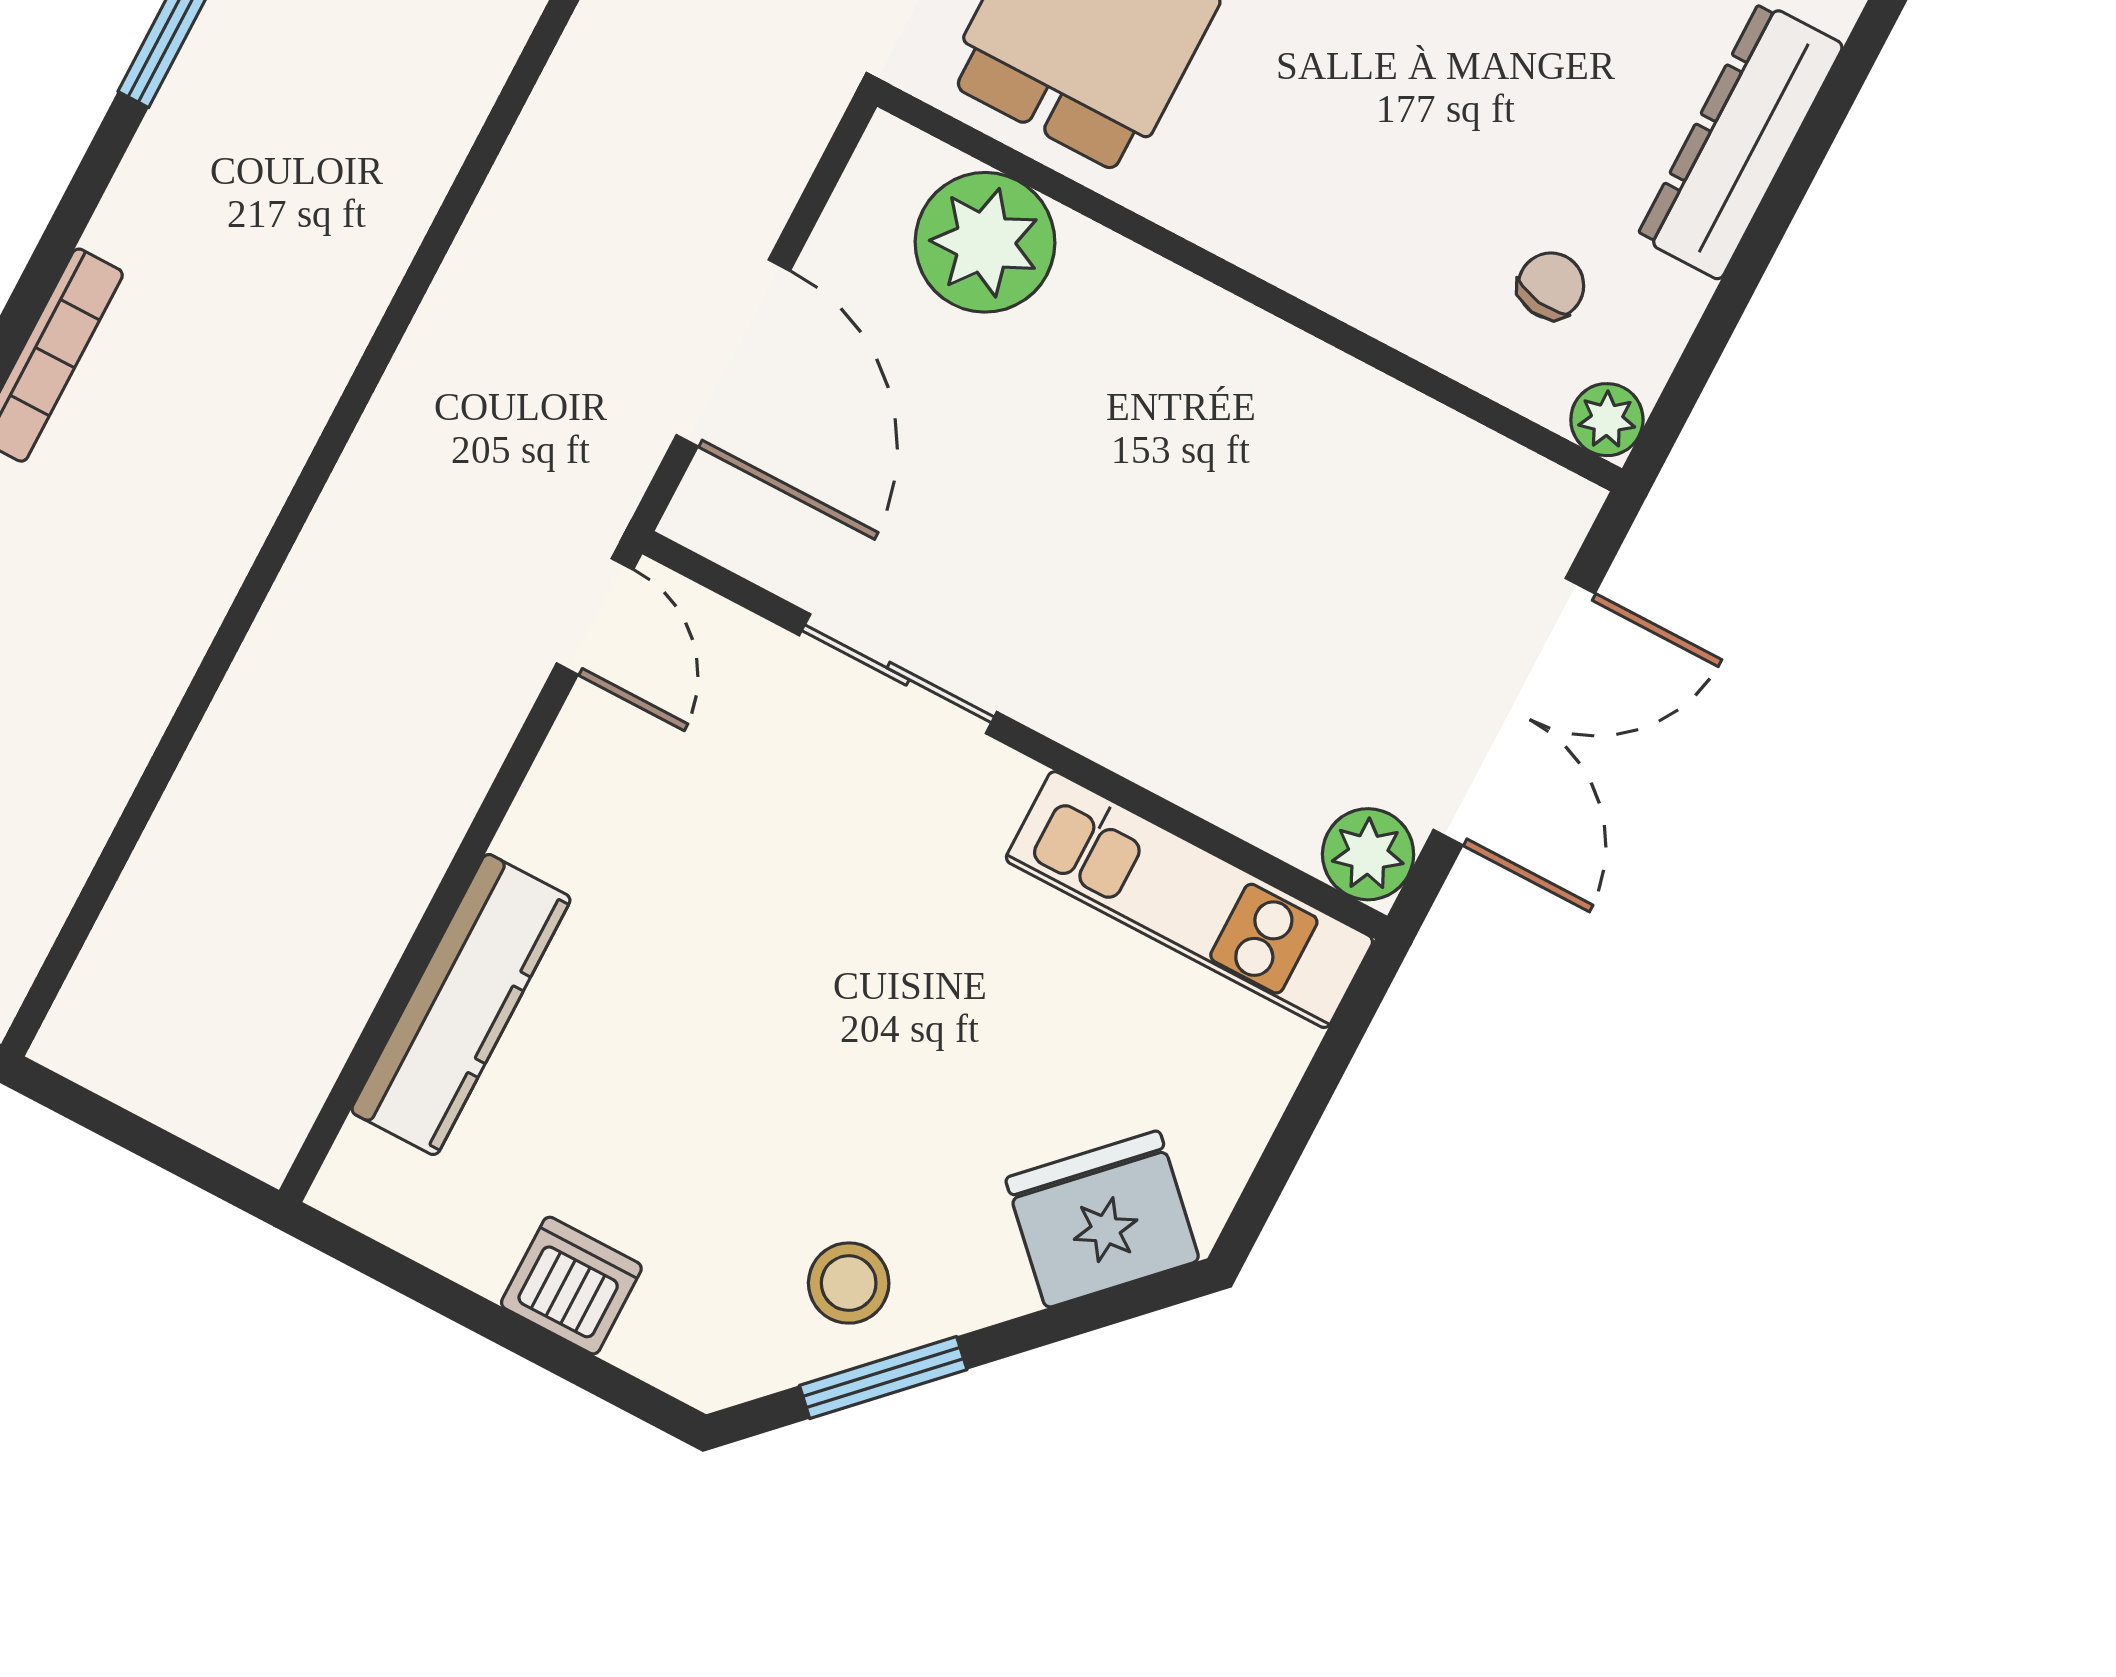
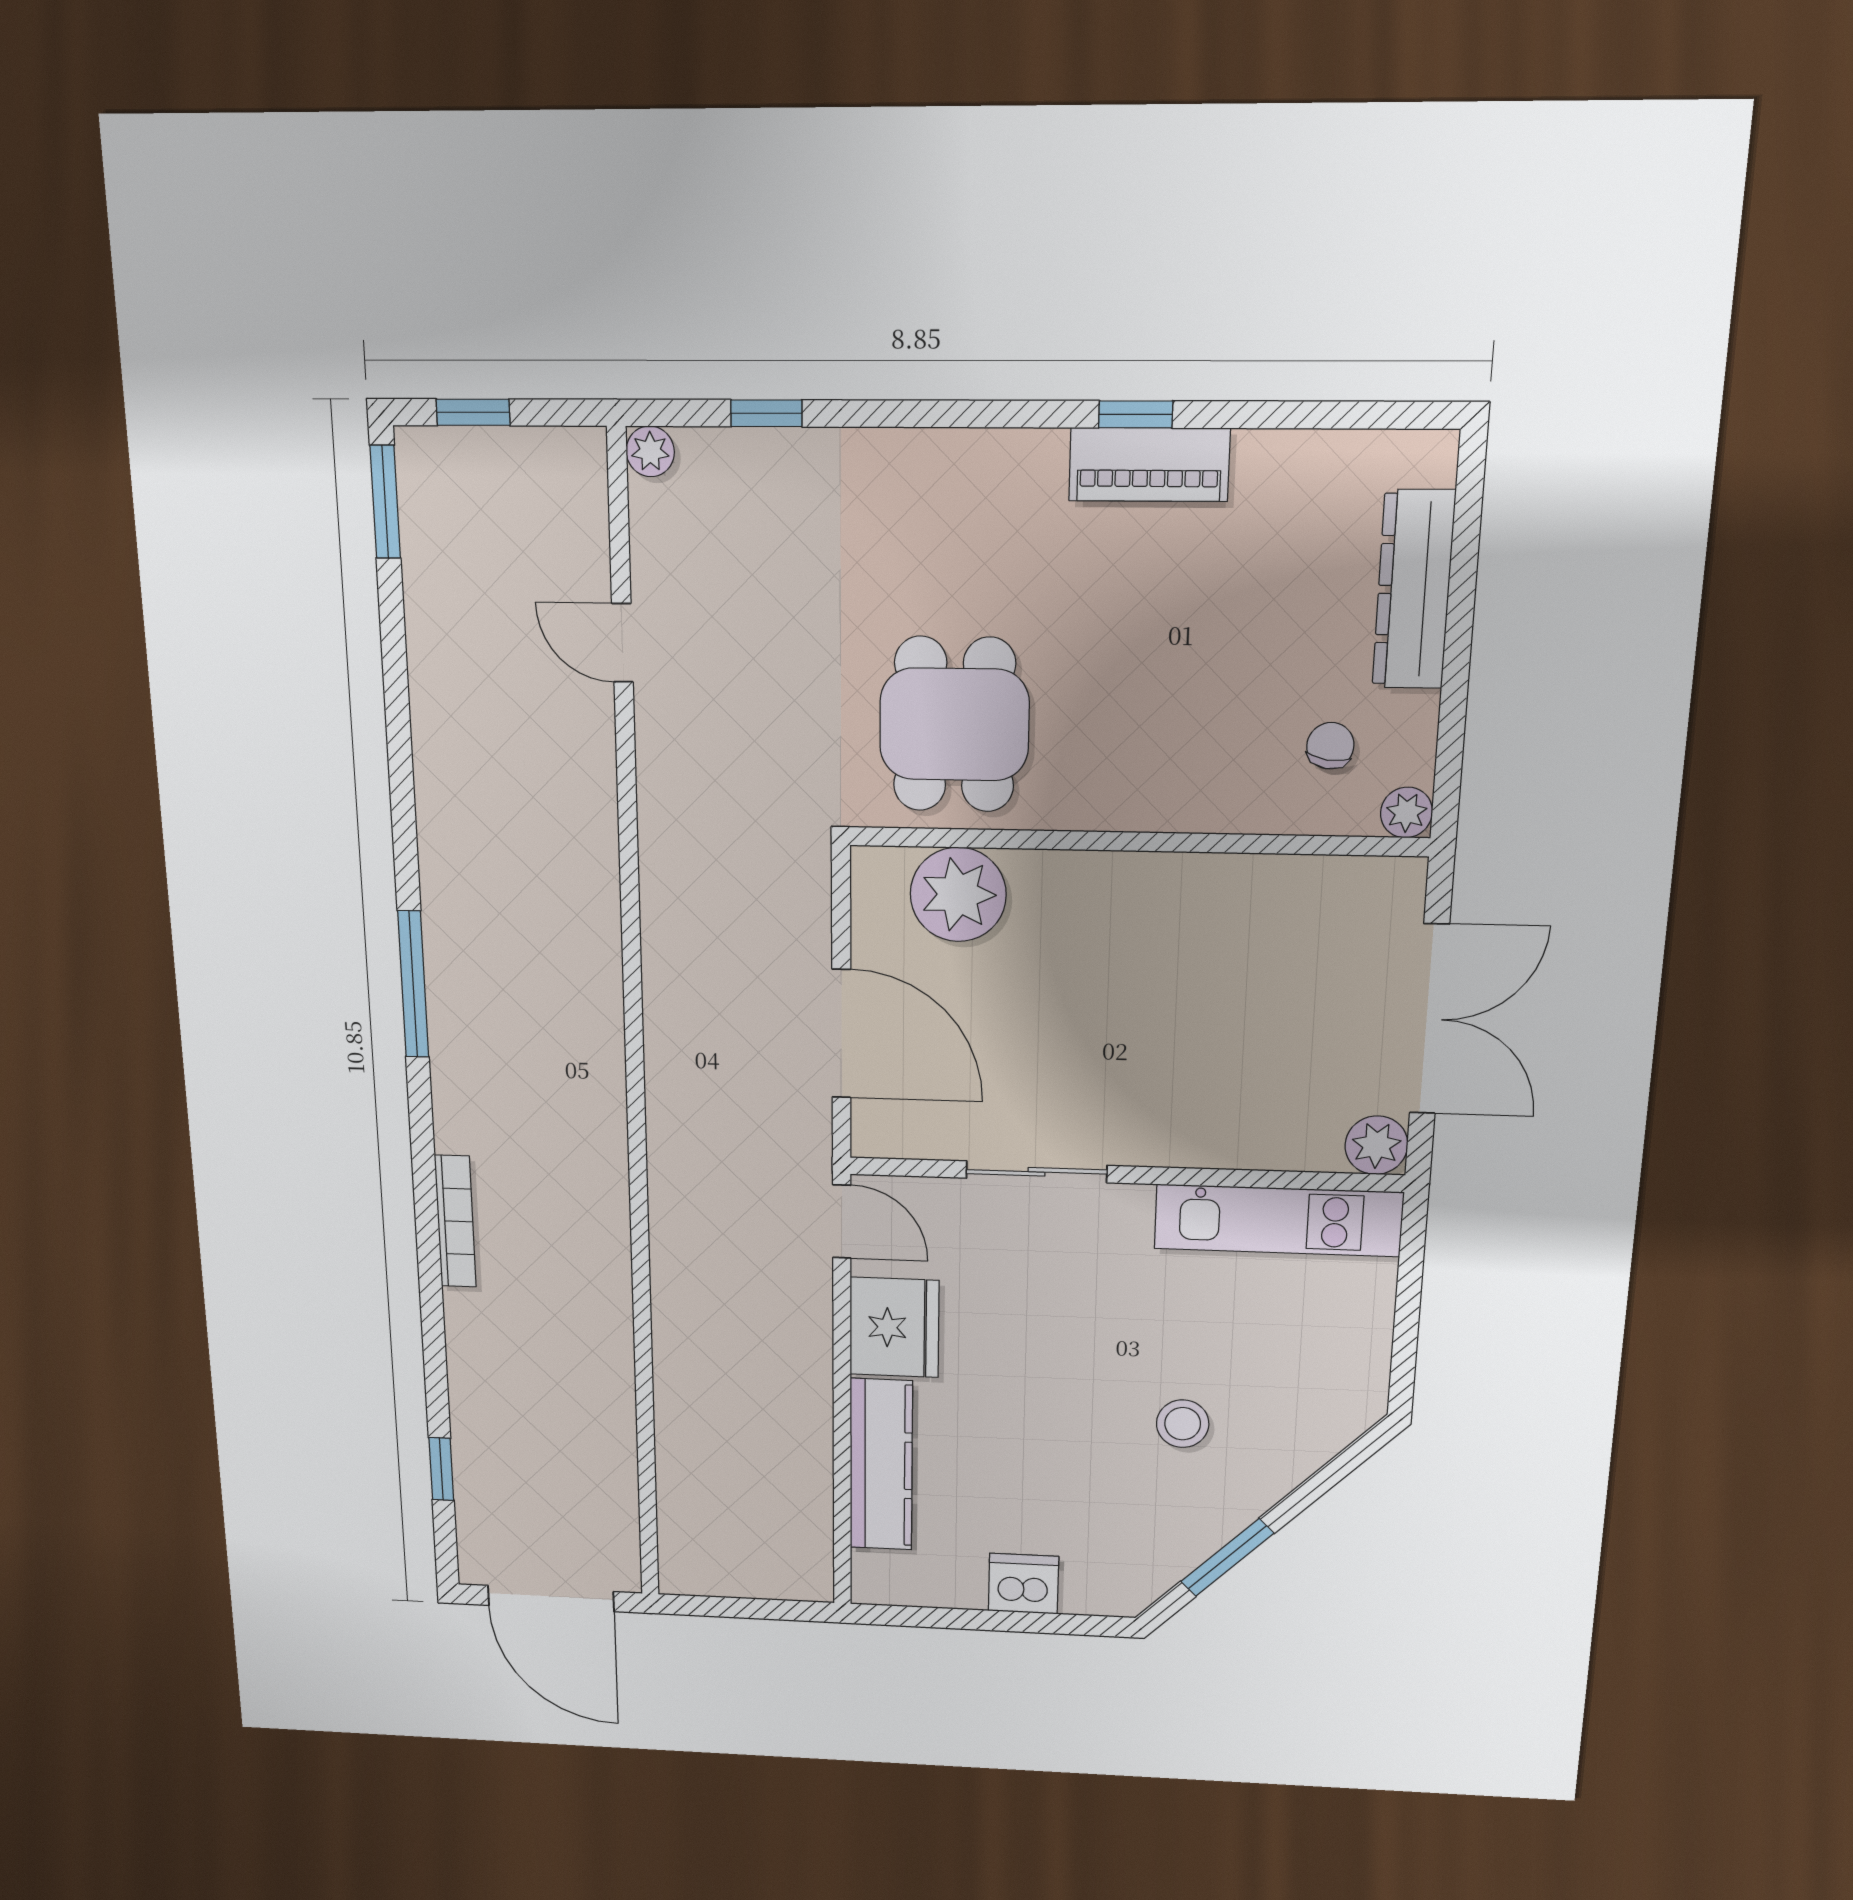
fridge: (1102, 1219) -> (894, 1327), moved, turned 135
stool: (849, 1283) -> (1183, 1424), moved

